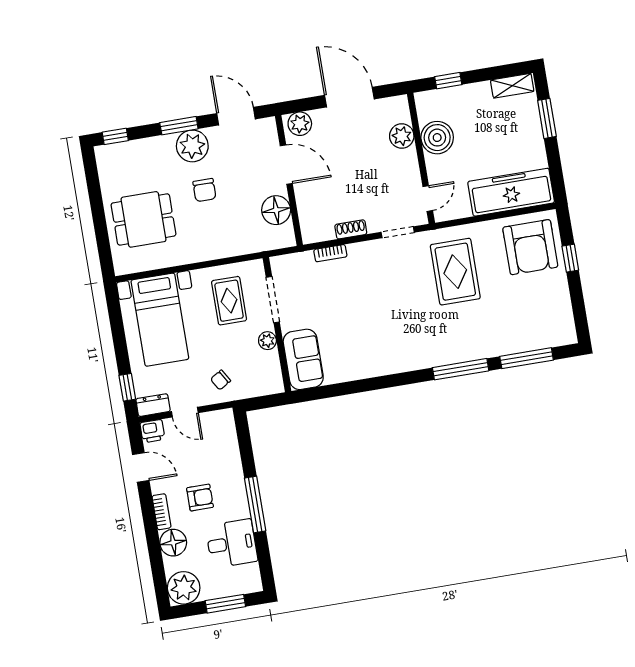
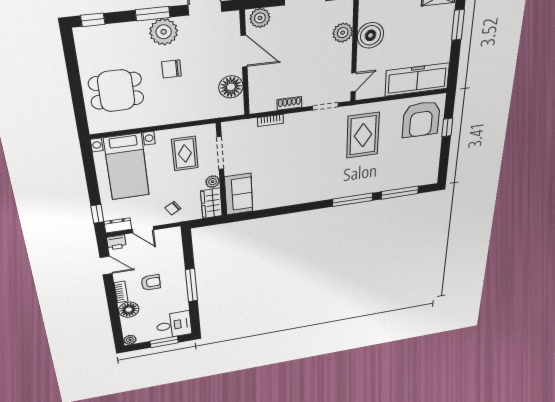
chair: (204, 190) -> (172, 69), turned 90
wardrobe: (269, 373) -> (211, 203), added
desk: (232, 543) -> (174, 325), moved
plant: (184, 588) -> (130, 340), width x0.53, depth x0.53

